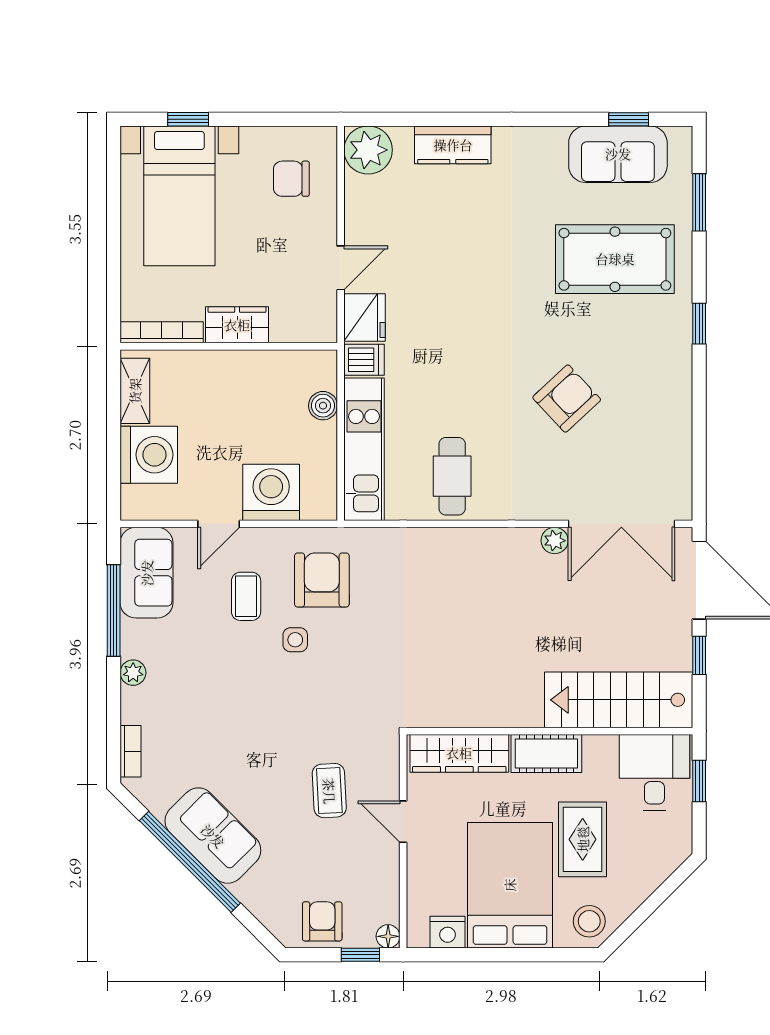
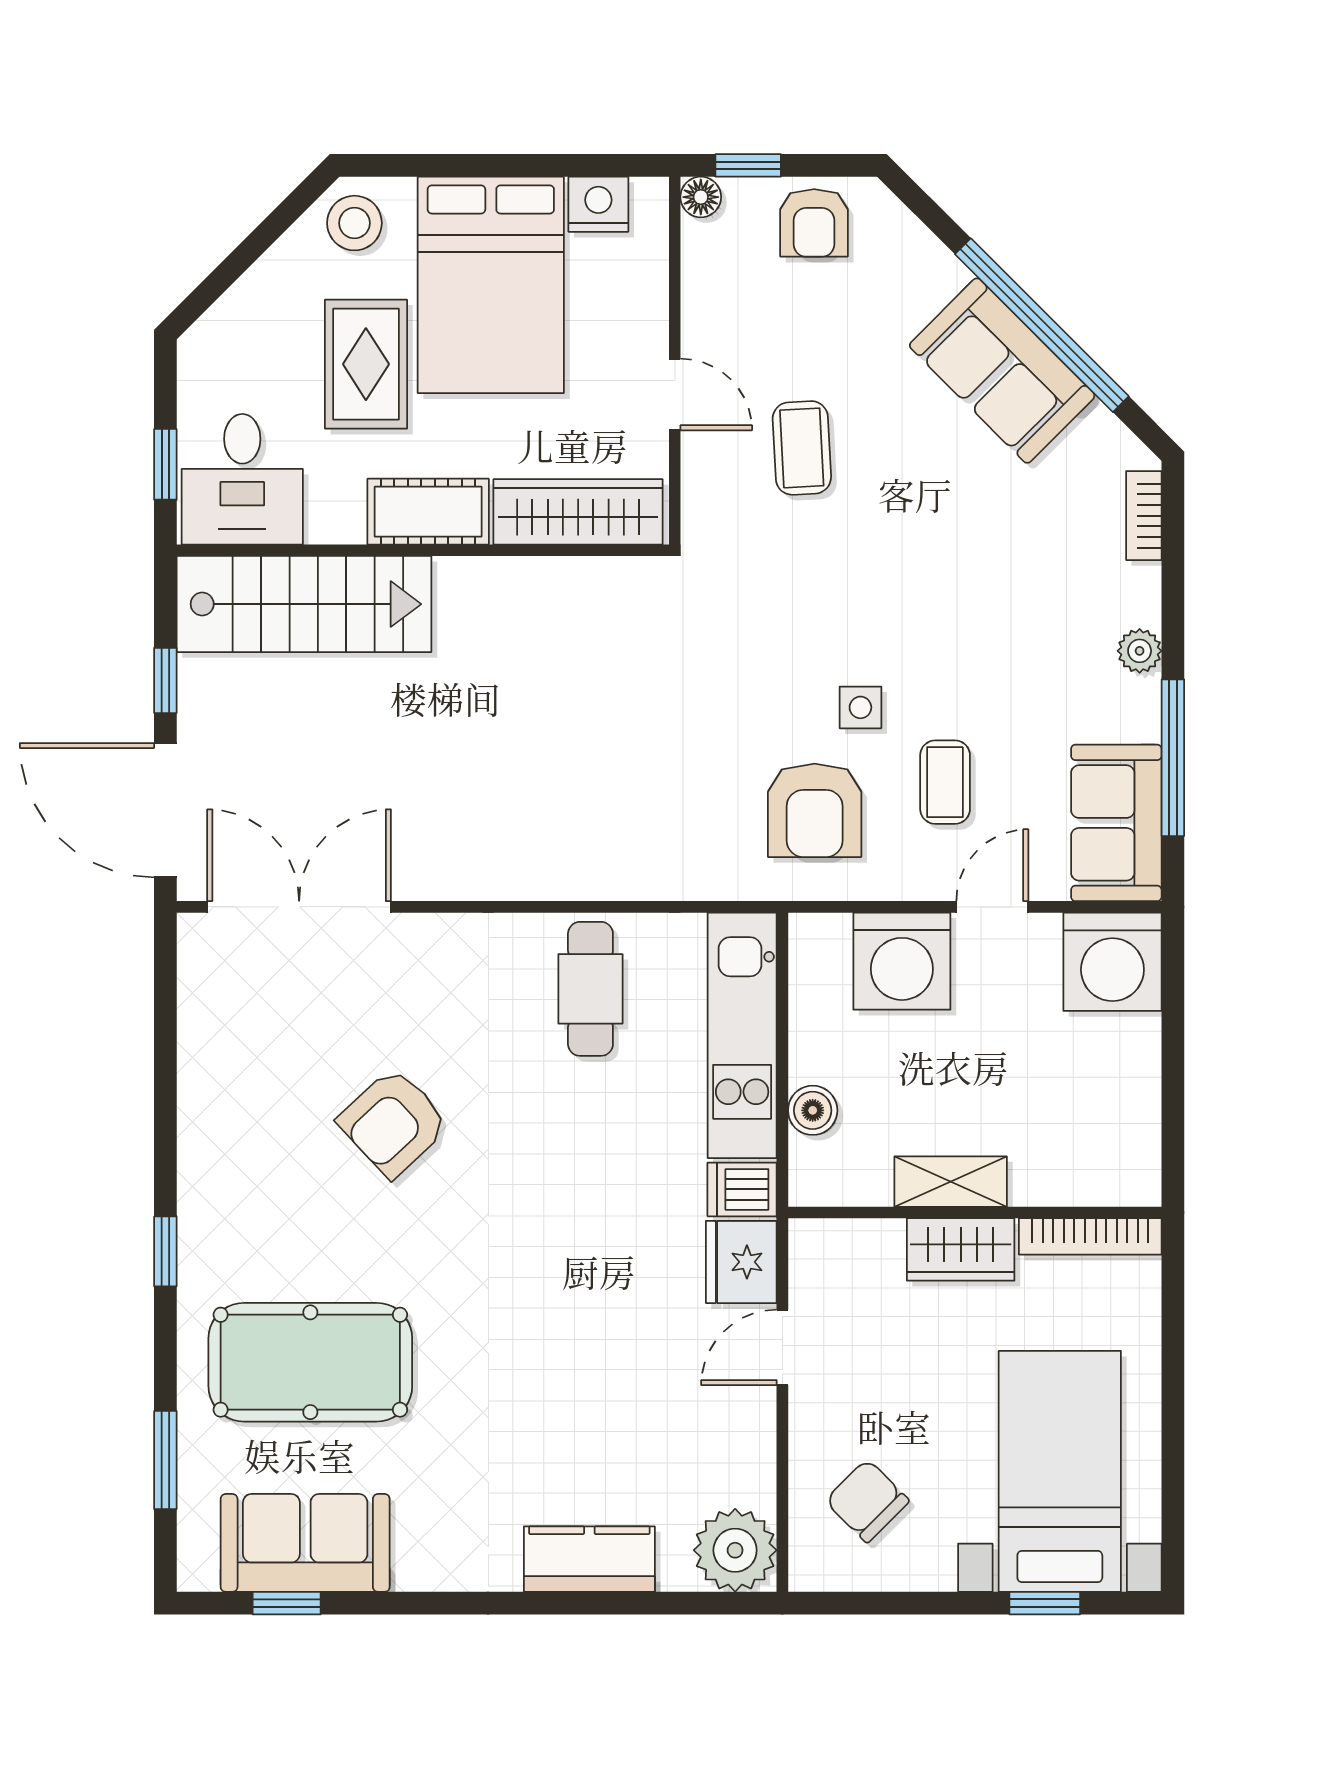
chair: (291, 179) -> (867, 1501), turned -135
shelving: (135, 391) -> (951, 1182), moved, turned 90
washing machine: (149, 455) -> (1112, 962), moved, turned -90
plant: (555, 541) -> (414, 878), removed

